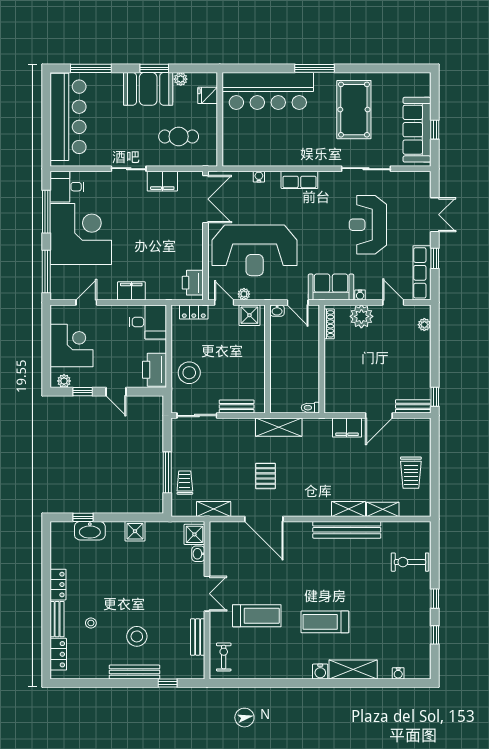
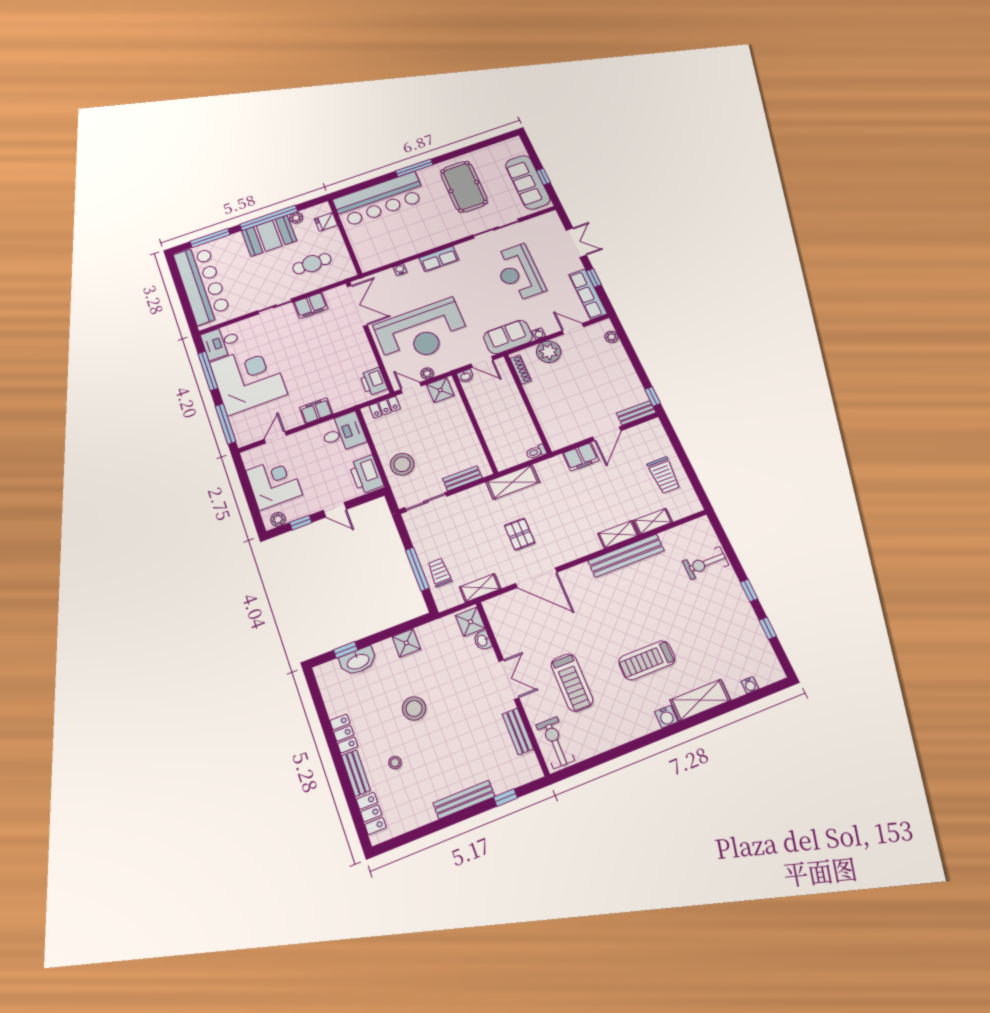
window: (154, 68) -> (269, 218), width x2.11
treadmill: (257, 616) -> (572, 682), turned 90
stool: (137, 636) -> (414, 708), moved
exercise bike: (224, 657) -> (555, 743), width x1.38, depth x1.39

